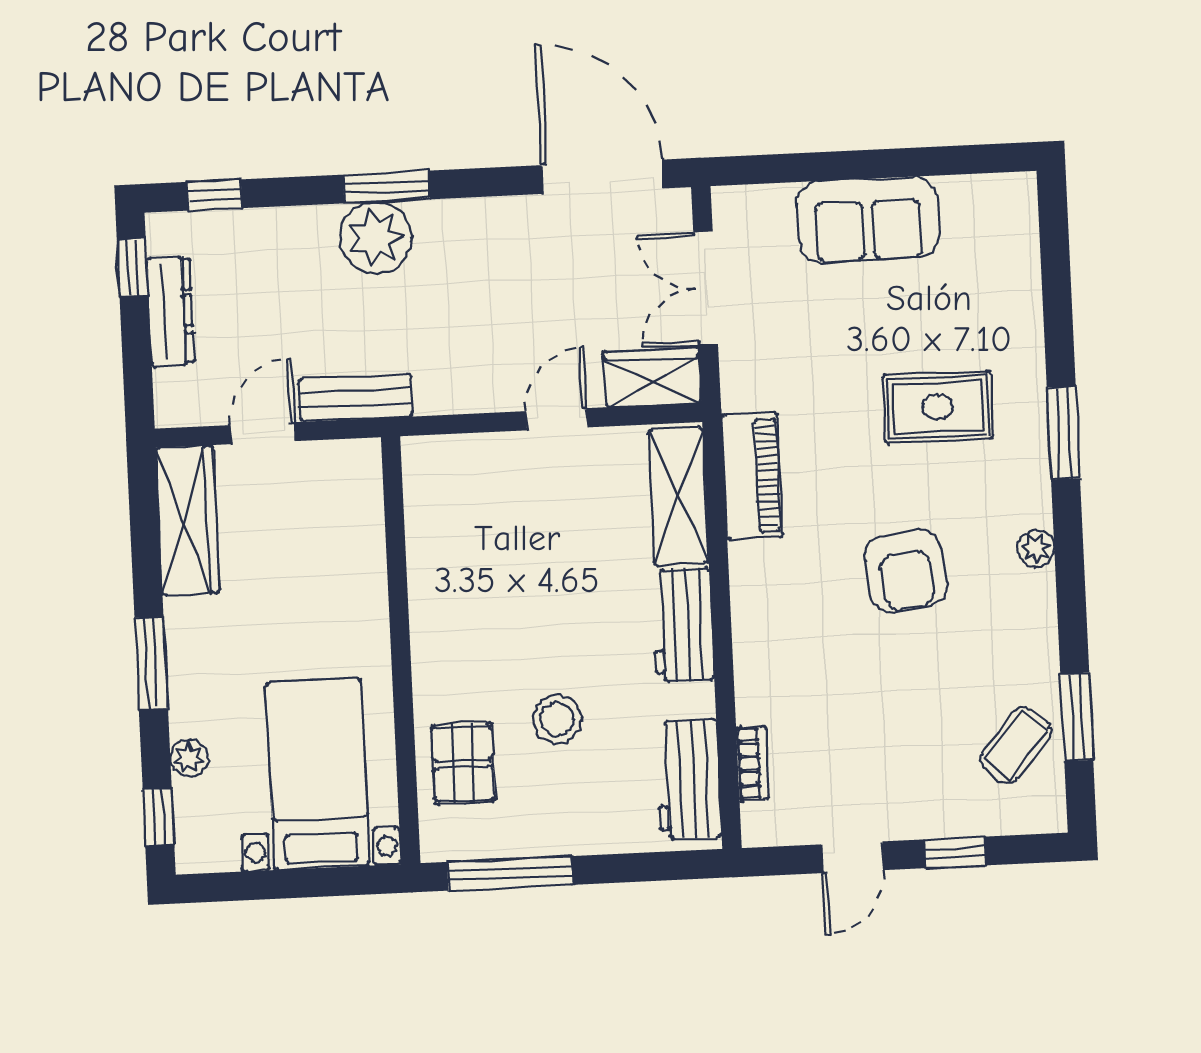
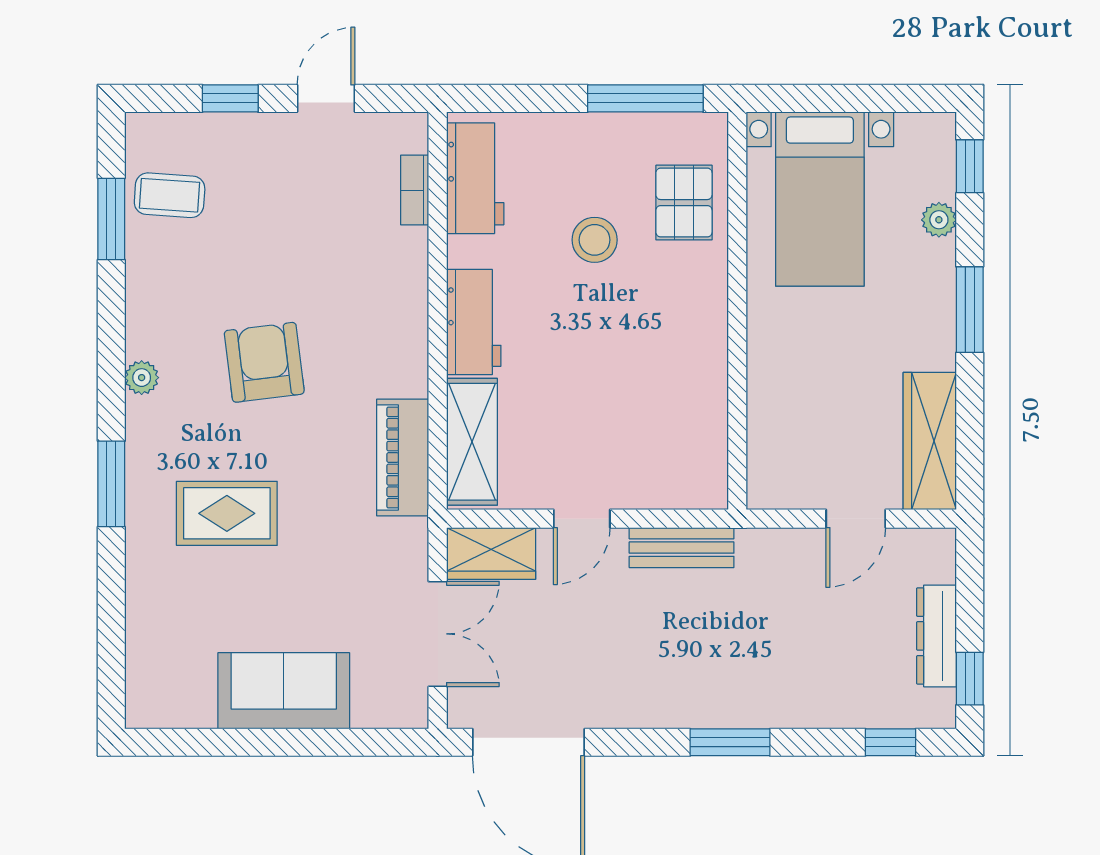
plant: (376, 238) -> (742, 695), removed
bench: (356, 398) -> (682, 548), moved
coffee table: (1015, 745) -> (170, 195), turned 53

